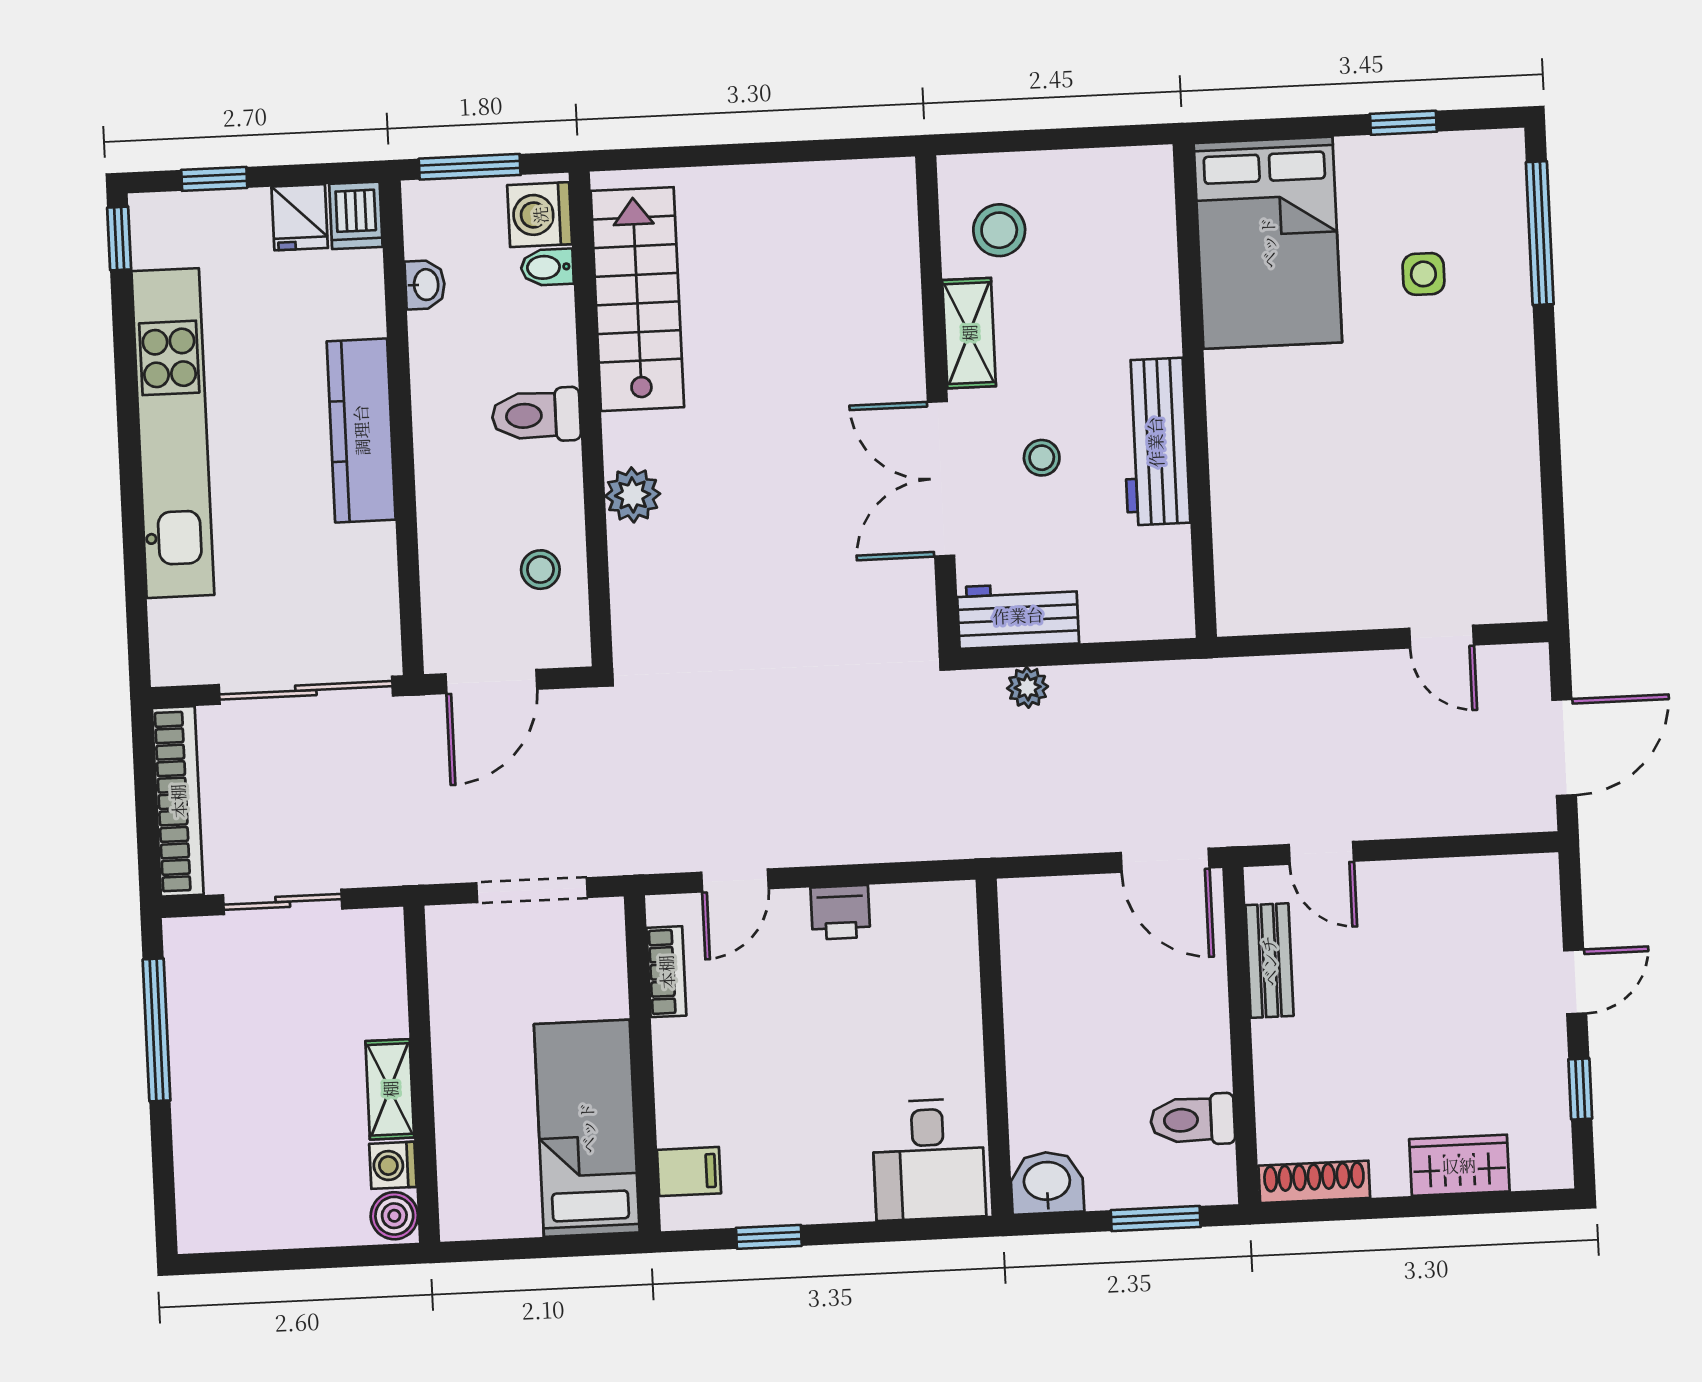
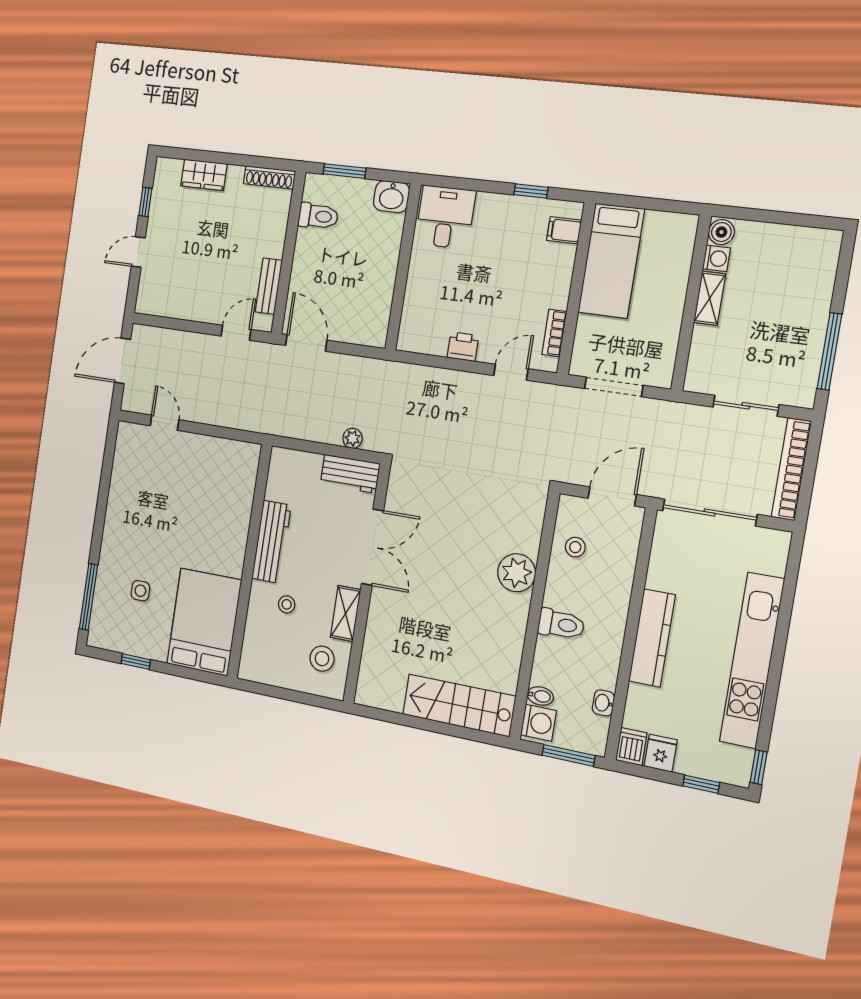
stairs: (637, 299) -> (459, 705), moved, turned 90
stool: (1042, 458) -> (287, 604), moved
plant: (633, 495) -> (517, 573), width x1.36, depth x1.36
door: (1321, 853) -> (236, 333), hinge flipped

